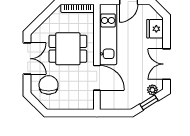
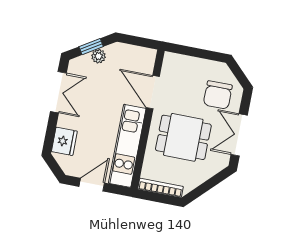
plant: (152, 90) -> (99, 56), moved

